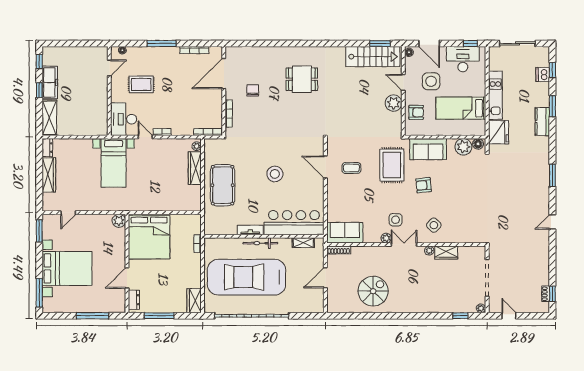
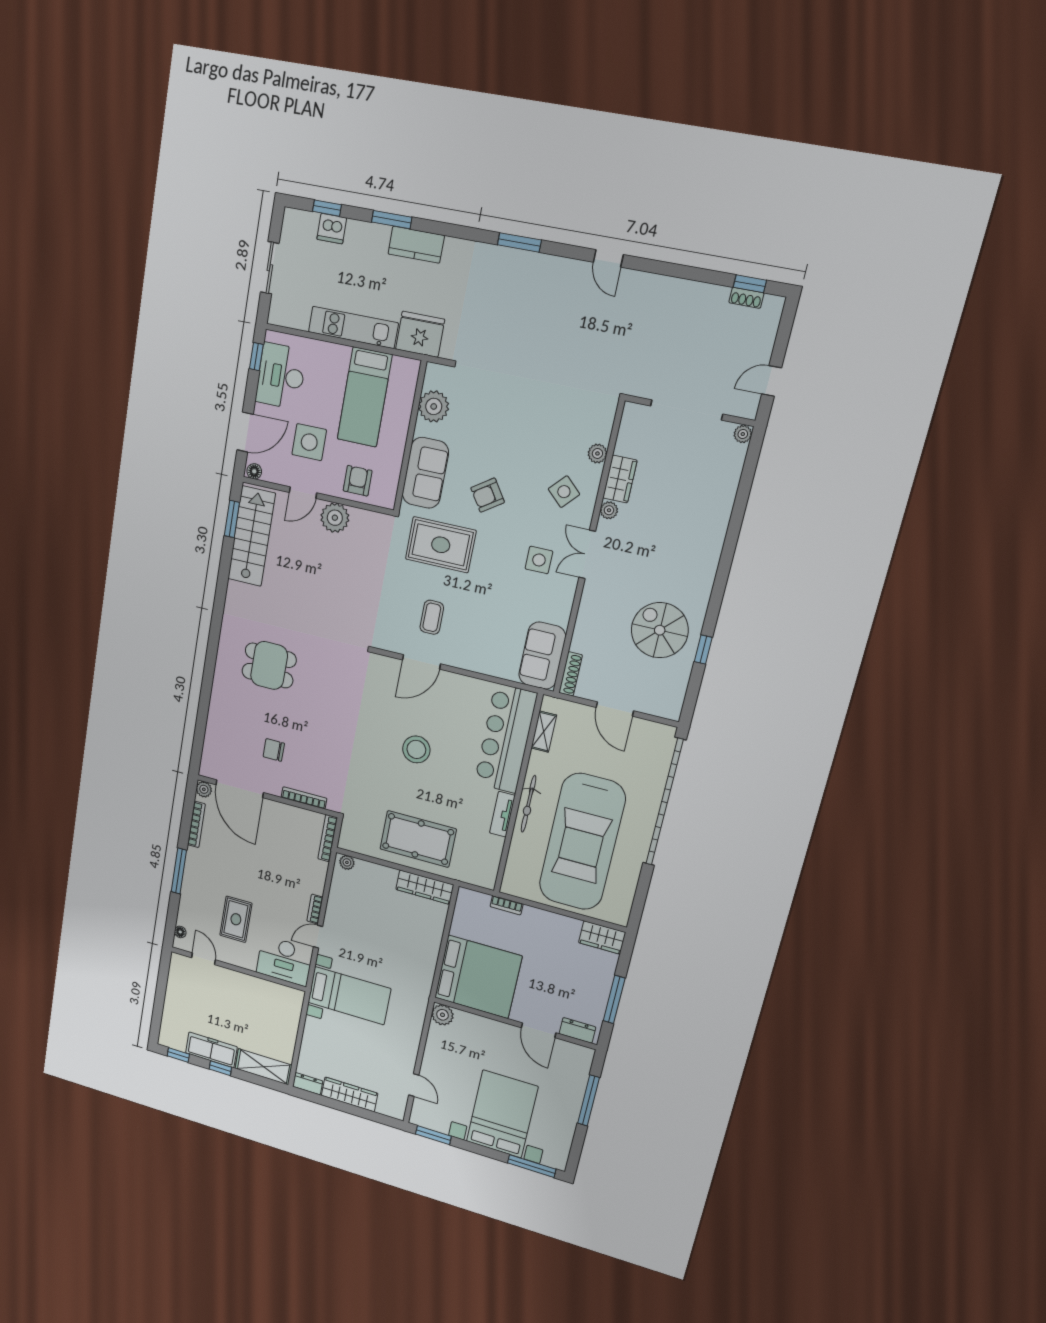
sliding door: (517, 43) -> (270, 268), width x0.73
plant: (217, 51) -> (204, 789), added
dining table: (302, 79) -> (269, 665), turned 90
floor lamp: (478, 144) -> (434, 378), removed
wardrobe: (195, 168) -> (425, 887), moved
armchair: (424, 185) -> (488, 495), turned 62
plant: (386, 238) -> (597, 453), moved
garage door: (252, 316) -> (664, 802), moved
window: (460, 316) -> (703, 649), moved

